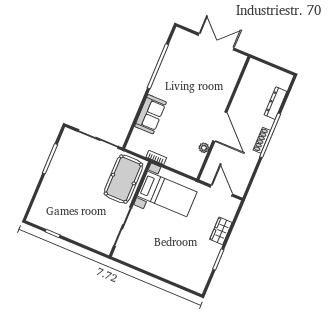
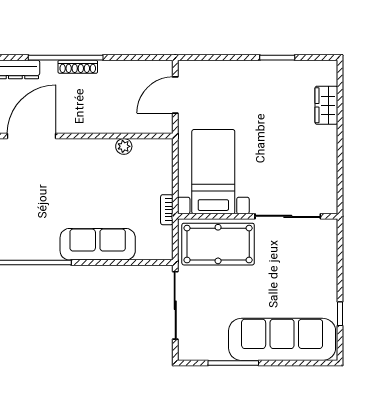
sofa: (150, 114) -> (98, 244), width x1.36
door: (220, 127) -> (32, 136), moved
sofa: (52, 193) -> (282, 339), added
wardrobe: (221, 231) -> (326, 105), moved, turned 90

